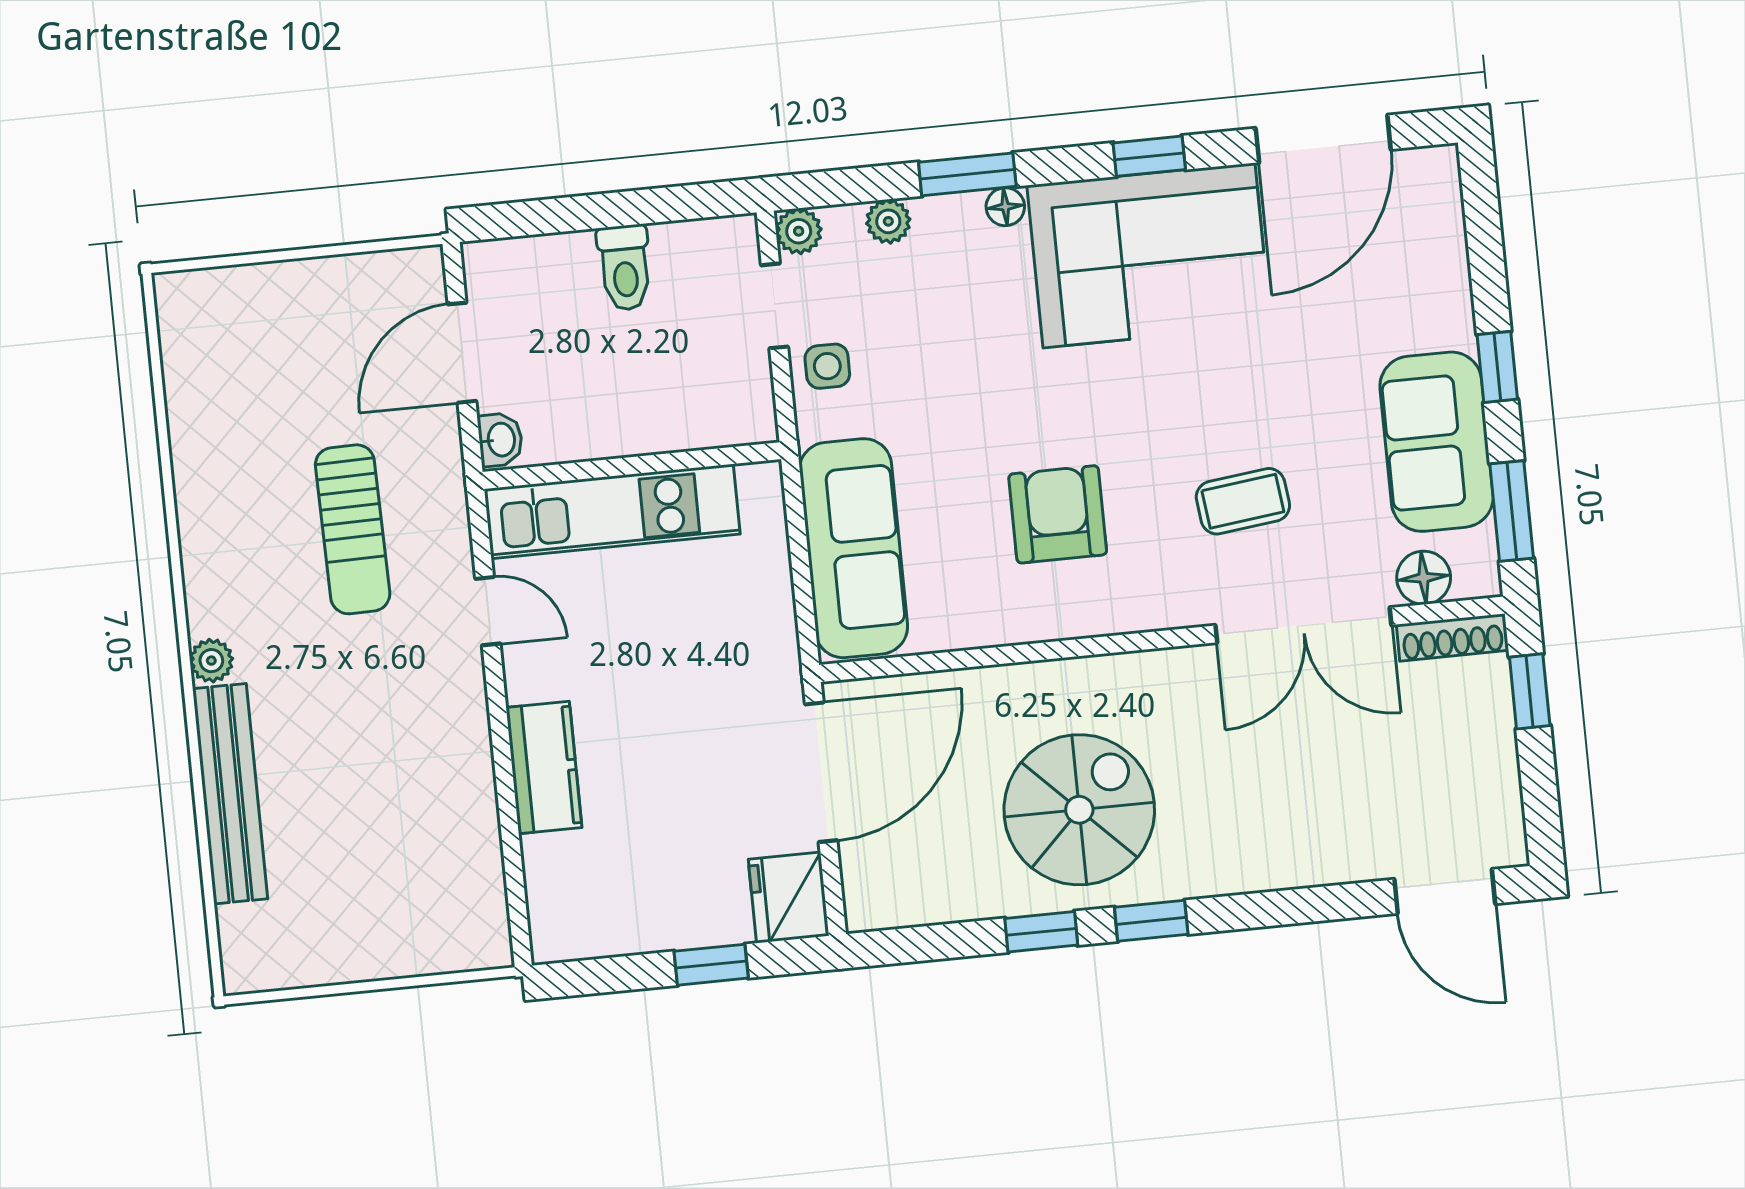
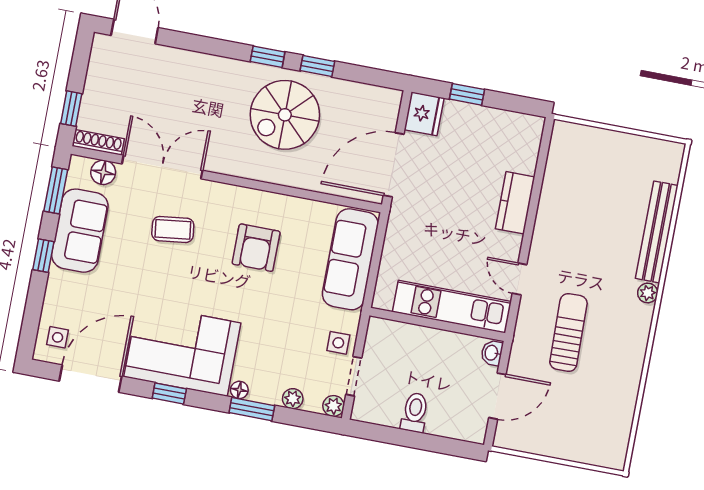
side table: (1417, 205) -> (58, 337), added

